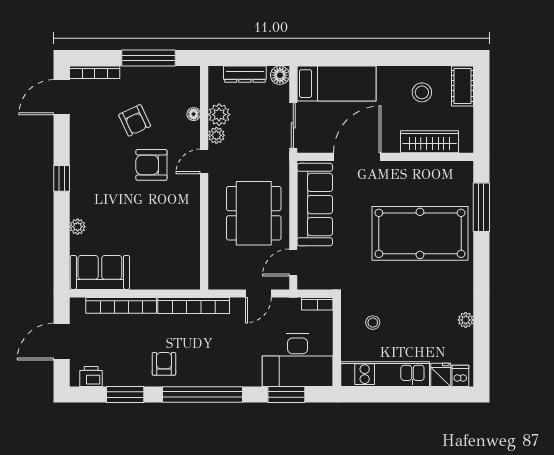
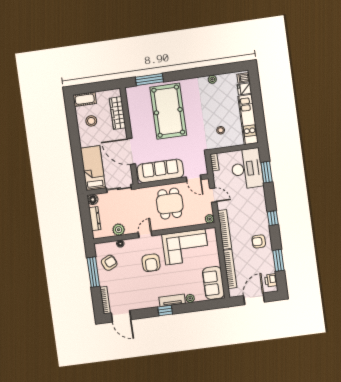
armchair: (135, 120) -> (109, 263), moved
plant: (216, 135) -> (210, 219), moved
door: (204, 161) -> (145, 234), swing flipped
tv unit: (78, 194) -> (172, 300), added
dining table: (254, 213) -> (170, 204), width x0.73
corner sofa: (172, 231) -> (185, 247), added
door: (62, 342) -> (254, 299), swing flipped
window: (203, 395) -> (273, 218), width x0.32

